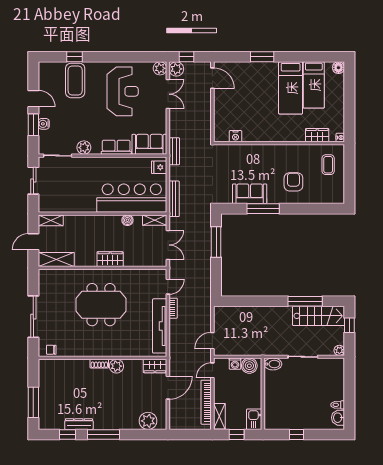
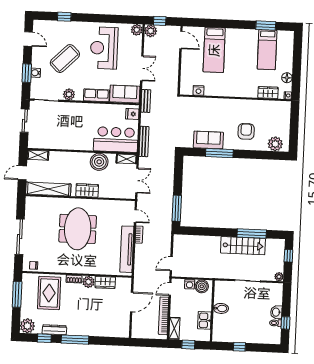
window: (262, 57) -> (266, 26), moved
floor lamp: (338, 68) -> (287, 78), moved
coffee table: (75, 80) -> (65, 59), moved, turned 45
bed: (291, 88) -> (214, 50), moved
reception desk: (123, 91) -> (104, 48), turned 180
double door: (168, 94) -> (142, 68), moved
door: (33, 99) -> (28, 39), moved
coffee table: (328, 165) -> (276, 118), removed
plant: (328, 195) -> (275, 144), added
bar counter: (132, 198) -> (116, 140), width x0.73
boiler: (127, 220) -> (99, 162), width x1.86, depth x1.86
window: (216, 242) -> (177, 208), moved
shelving: (56, 259) -> (48, 189), width x1.47
door: (168, 287) -> (135, 216), hinge flipped
meeting table: (101, 305) -> (78, 229), turned 90
stairs: (319, 316) -> (243, 246), moved
bidet: (273, 364) -> (221, 308), moved
wardrobe: (155, 366) -> (105, 282), moved
rug: (71, 381) -> (49, 293), added
window: (33, 402) -> (17, 294), moved
window: (349, 404) -> (286, 323), added
washbasin: (338, 418) -> (276, 312), moved
kitchen sink: (254, 419) -> (204, 320), moved
plant: (148, 421) -> (27, 326), moved

